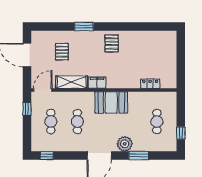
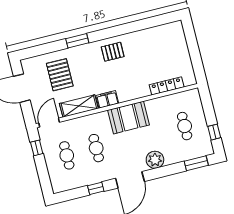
pallet: (112, 43) -> (113, 52), turned 90
pallet: (62, 52) -> (60, 75), width x1.50, depth x1.42
locker: (150, 84) -> (167, 86), width x1.53
window: (47, 156) -> (96, 188), moved
window: (139, 156) -> (196, 163), moved

